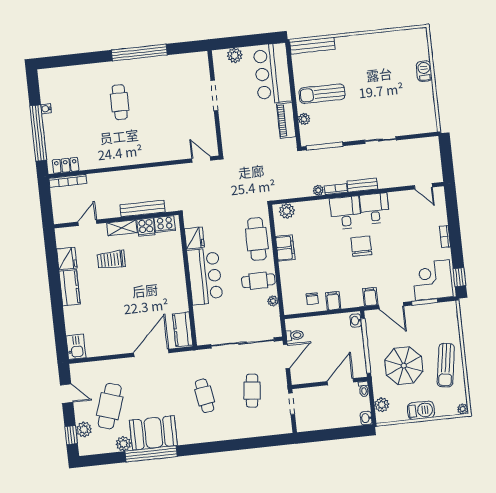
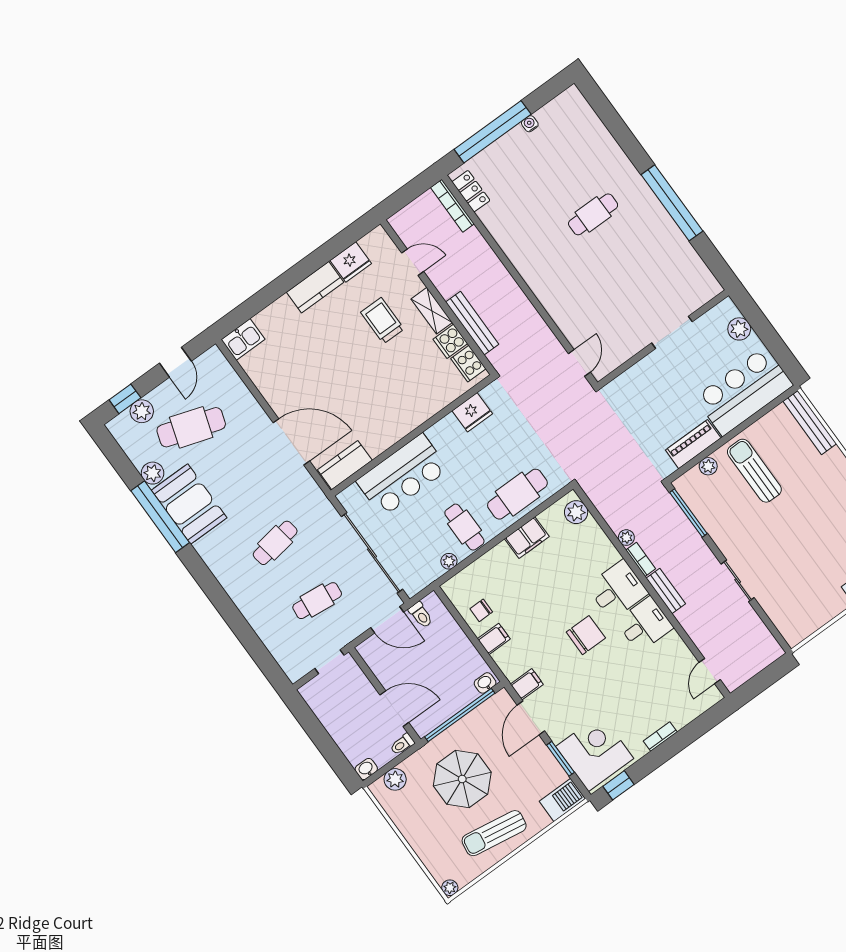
bar counter: (205, 276) -> (402, 475), moved
barbecue: (421, 410) -> (562, 800), moved, turned -90

